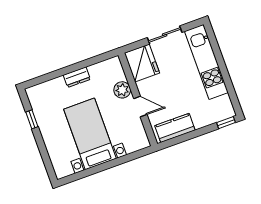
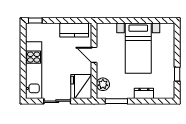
window: (93, 61) -> (116, 101), added
dresser: (77, 77) -> (144, 93), moved
plant: (122, 90) -> (103, 84), moved

